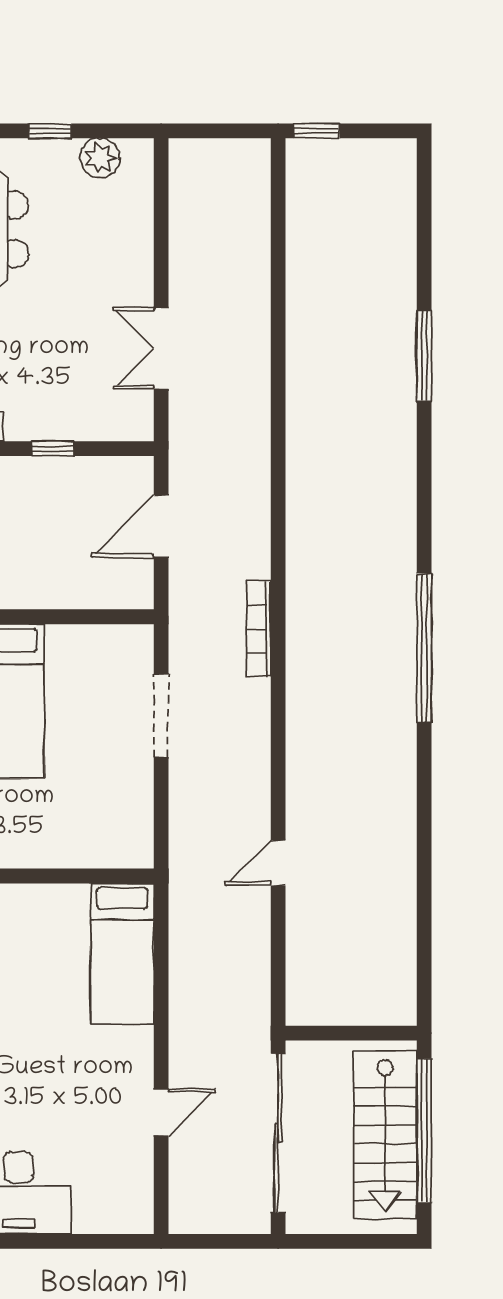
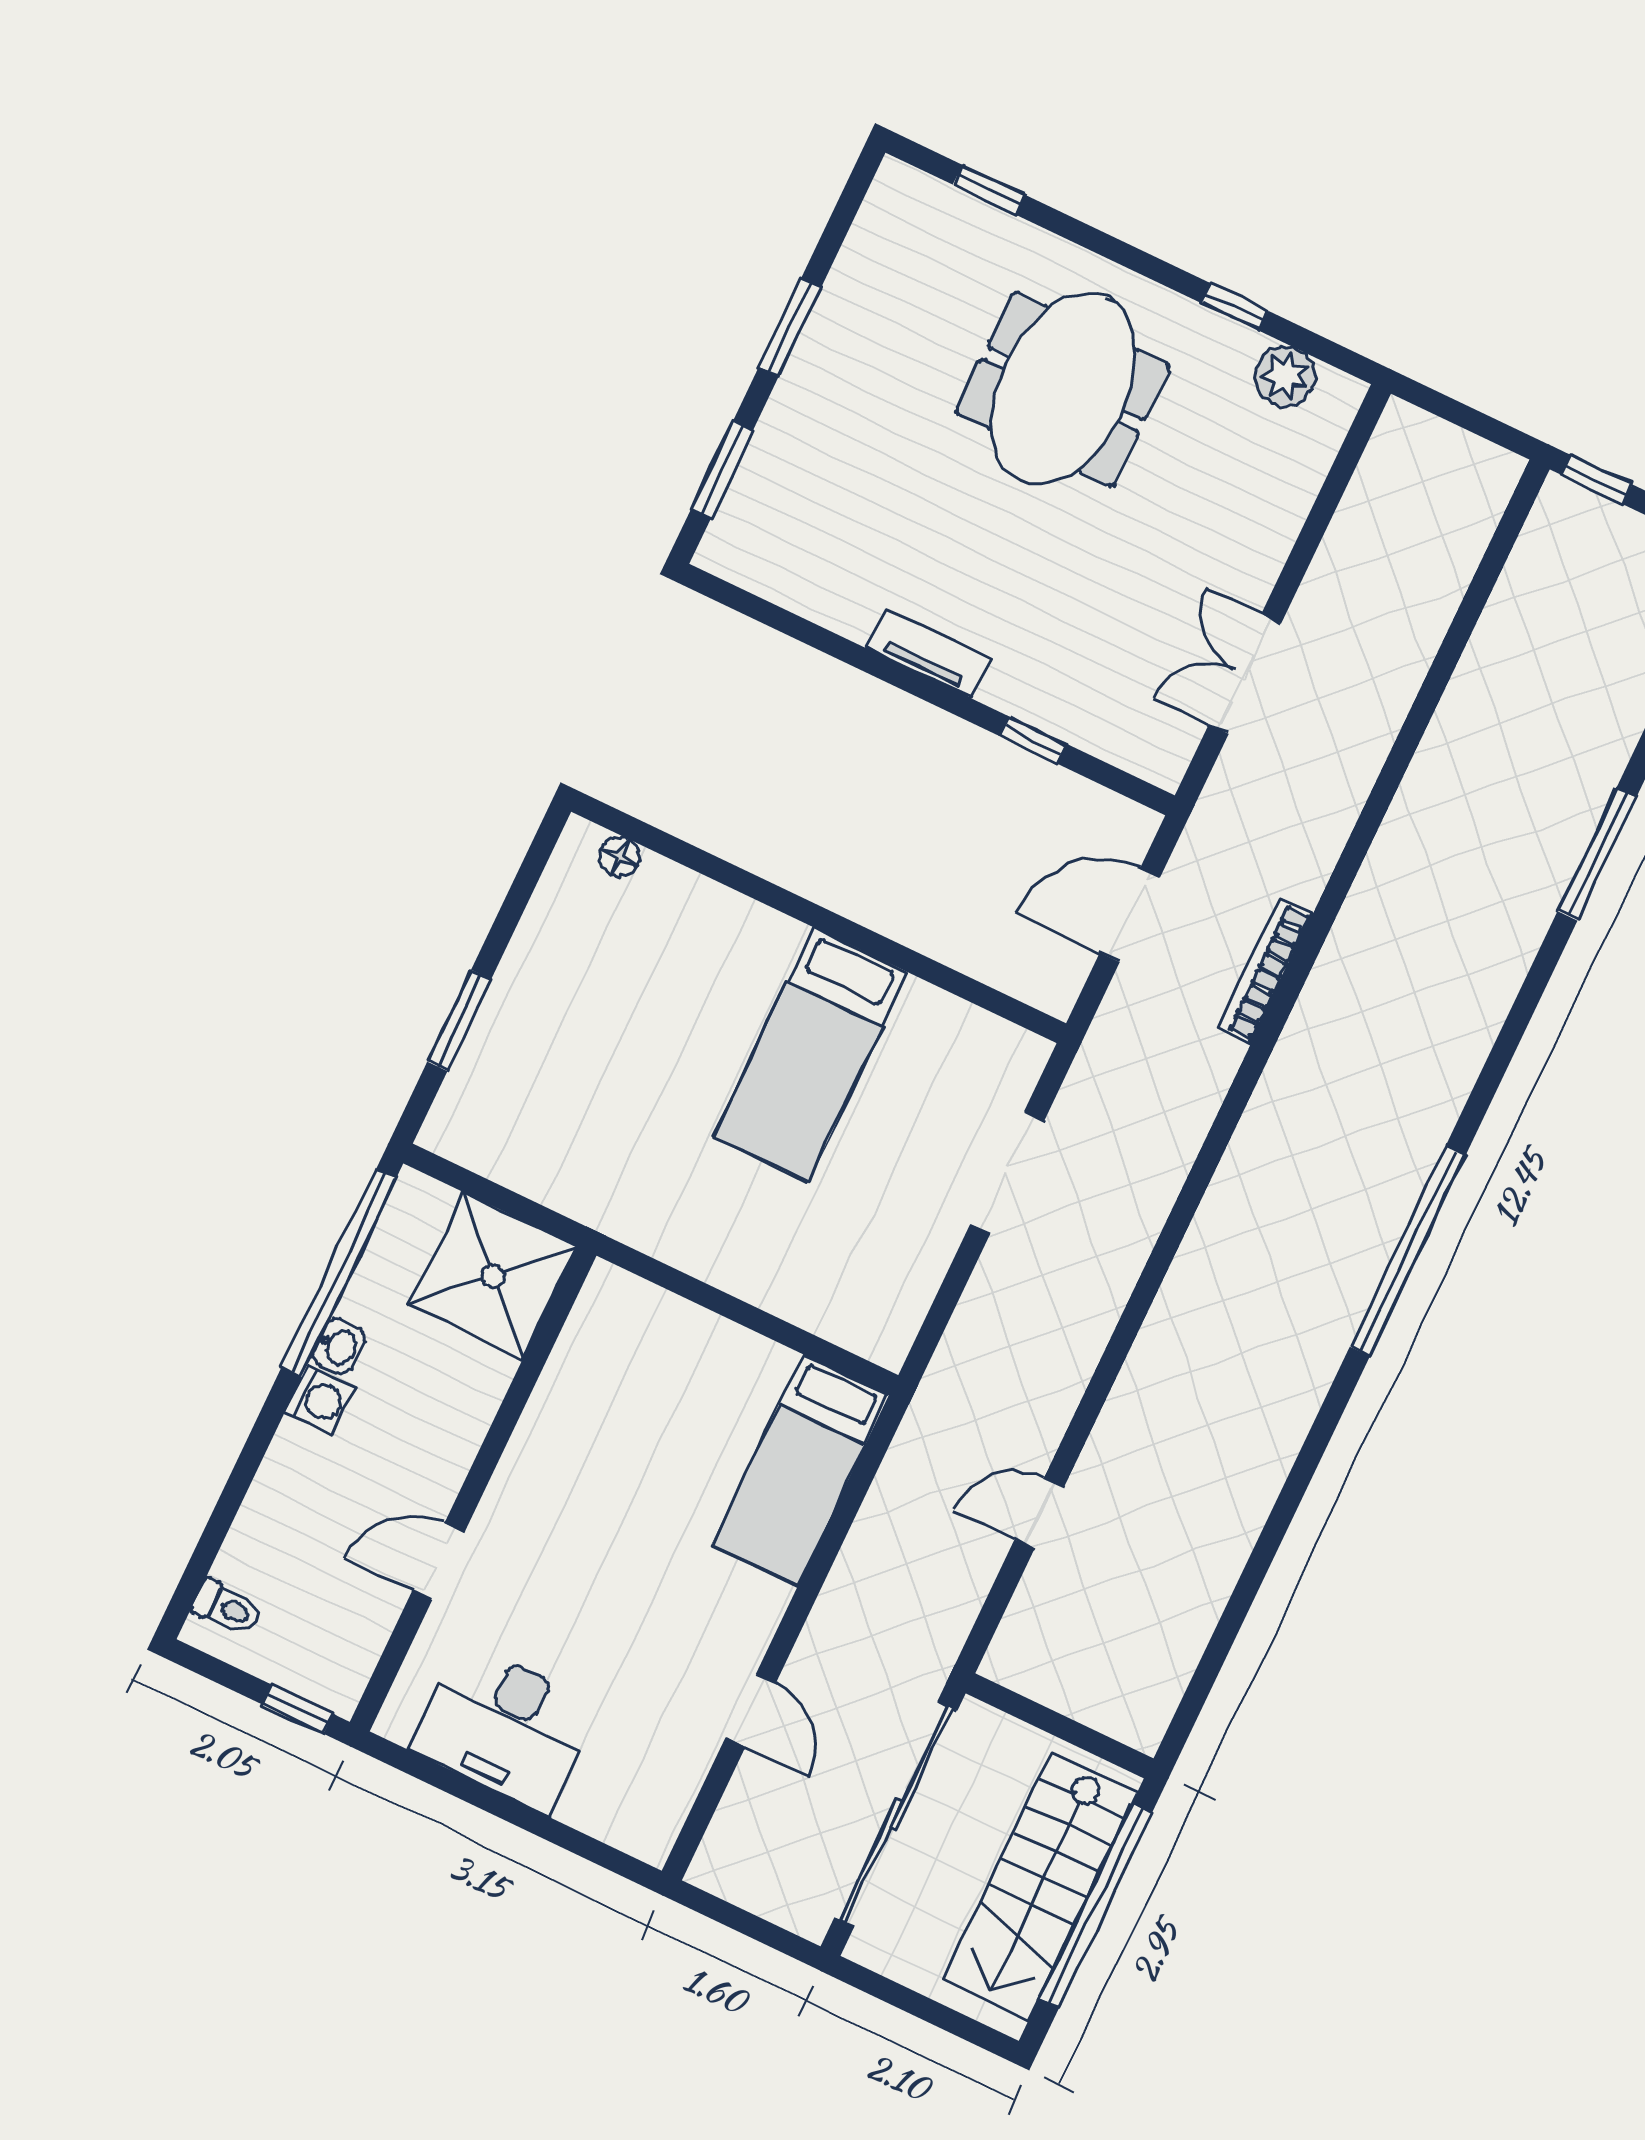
bookcase: (259, 629) -> (1266, 971), moved
door: (278, 863) -> (1039, 1513), moved
door: (161, 1112) -> (751, 1710), hinge flipped

